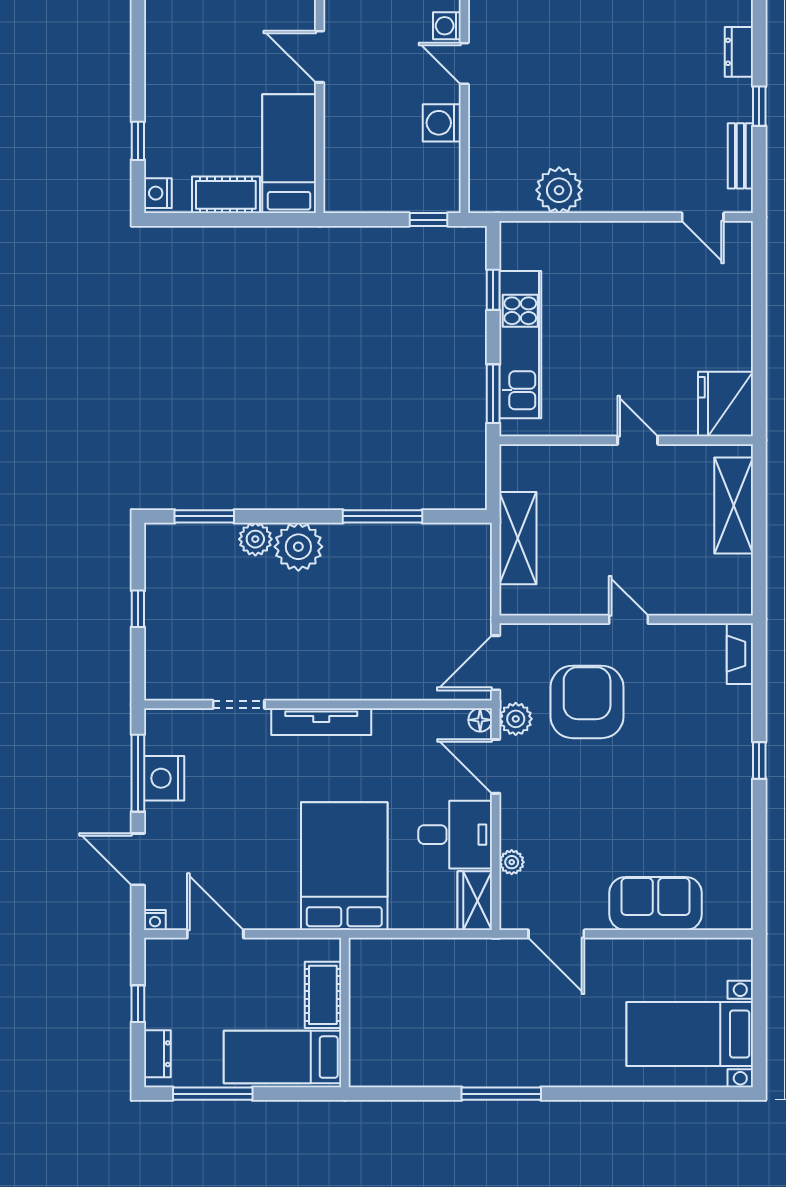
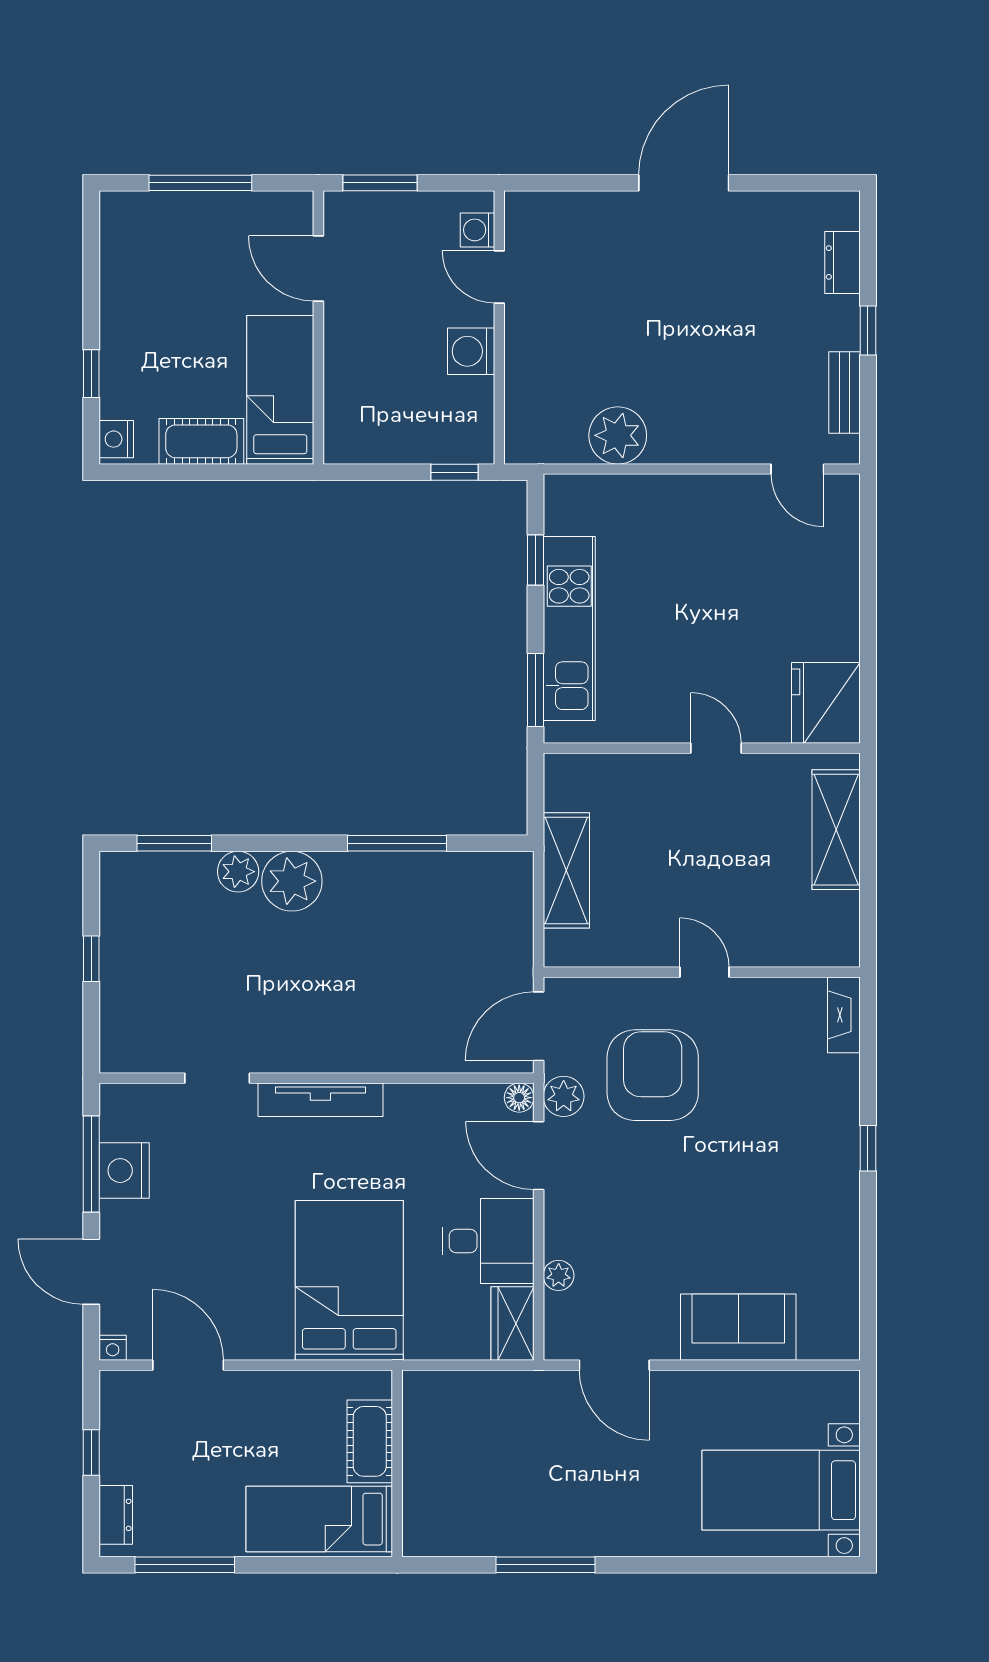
cot: (323, 995) -> (370, 1441), moved
wall: (345, 1013) -> (397, 1463), moved
bed: (282, 1057) -> (319, 1519), moved

